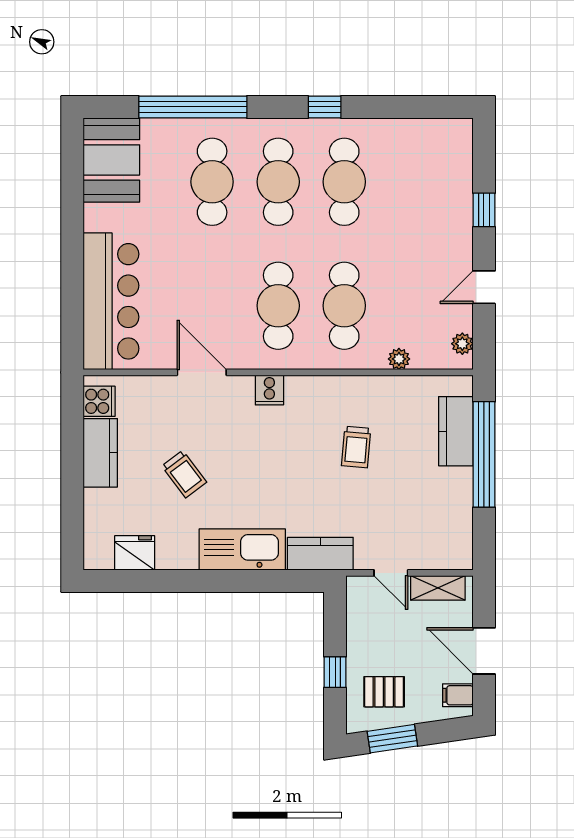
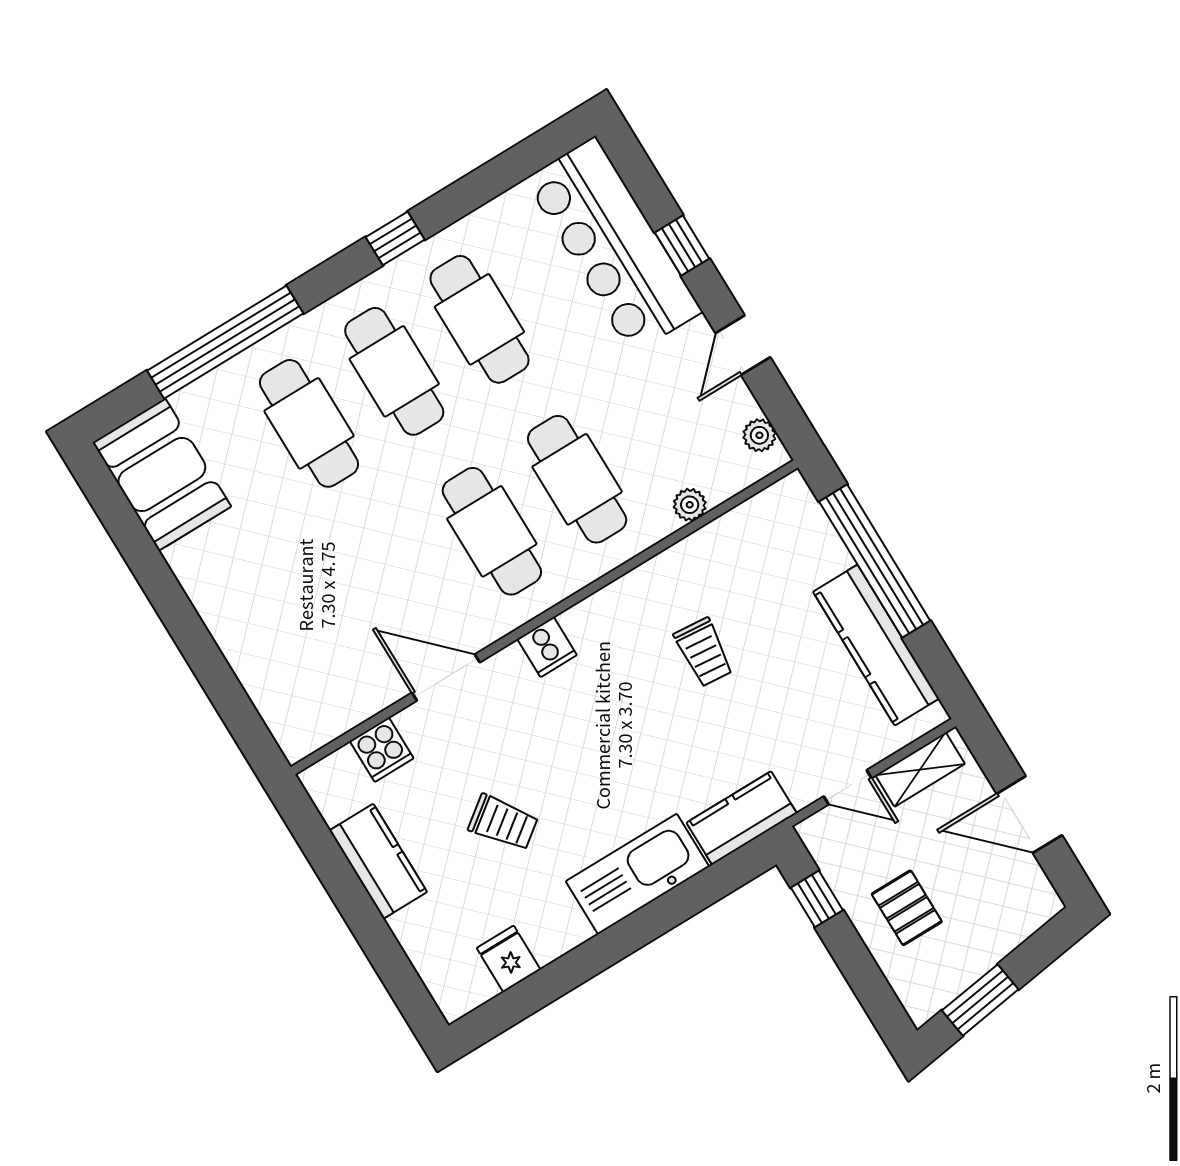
bar counter: (111, 301) -> (613, 245), moved, turned 180
cooker: (99, 401) -> (382, 750), moved, turned 90
kitchen counter: (456, 431) -> (876, 645), moved, width x1.50
fridge: (135, 553) -> (509, 959), width x0.72
window: (335, 672) -> (817, 899), moved
pallet: (384, 692) -> (907, 908), moved, turned 90
filing cabinet: (458, 695) -> (1031, 892), removed

